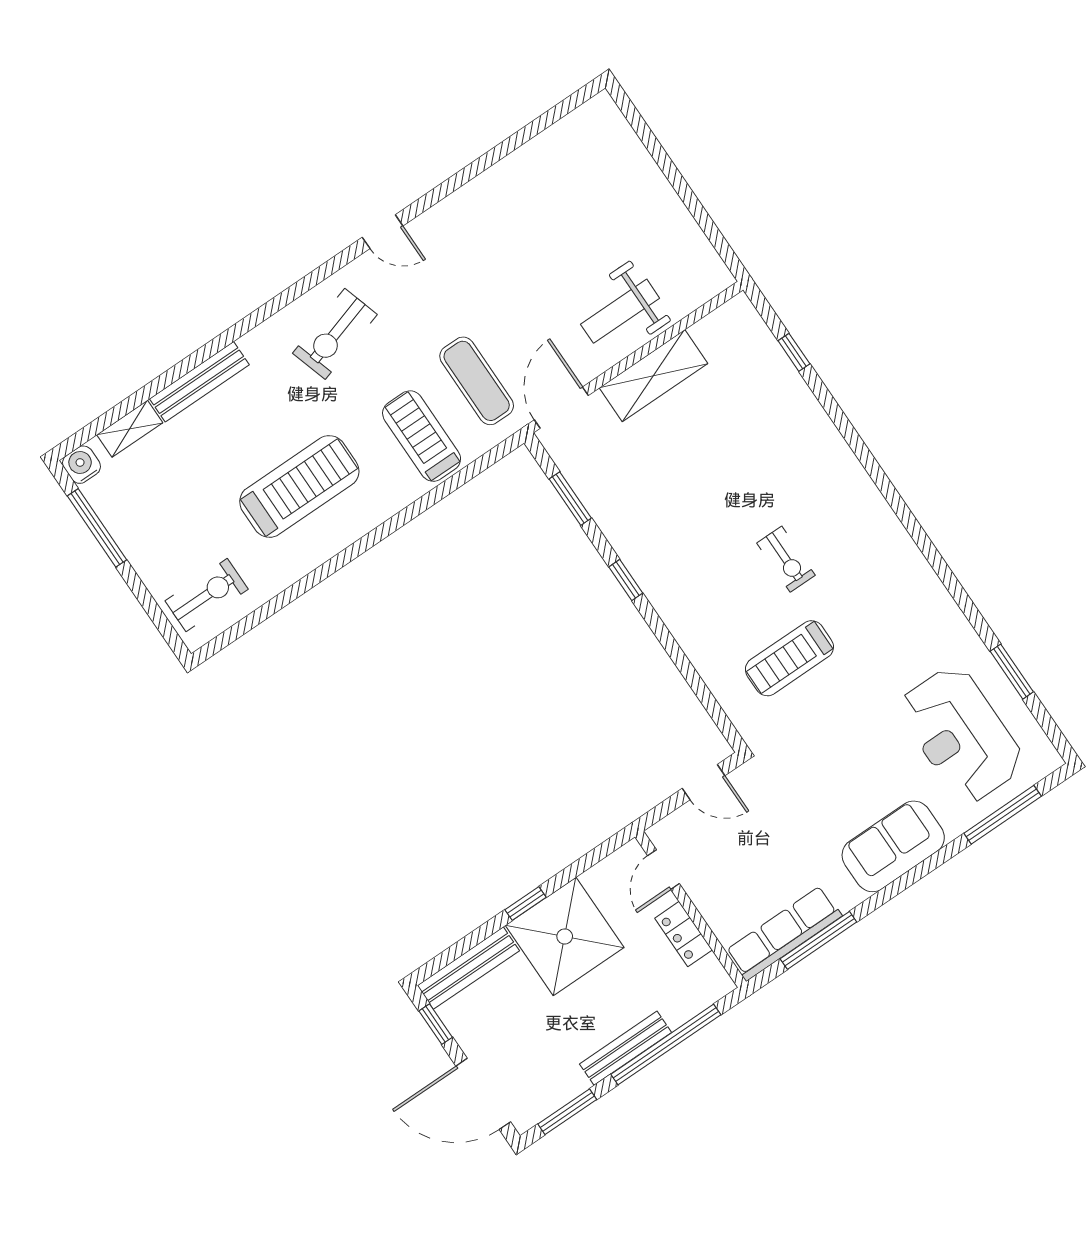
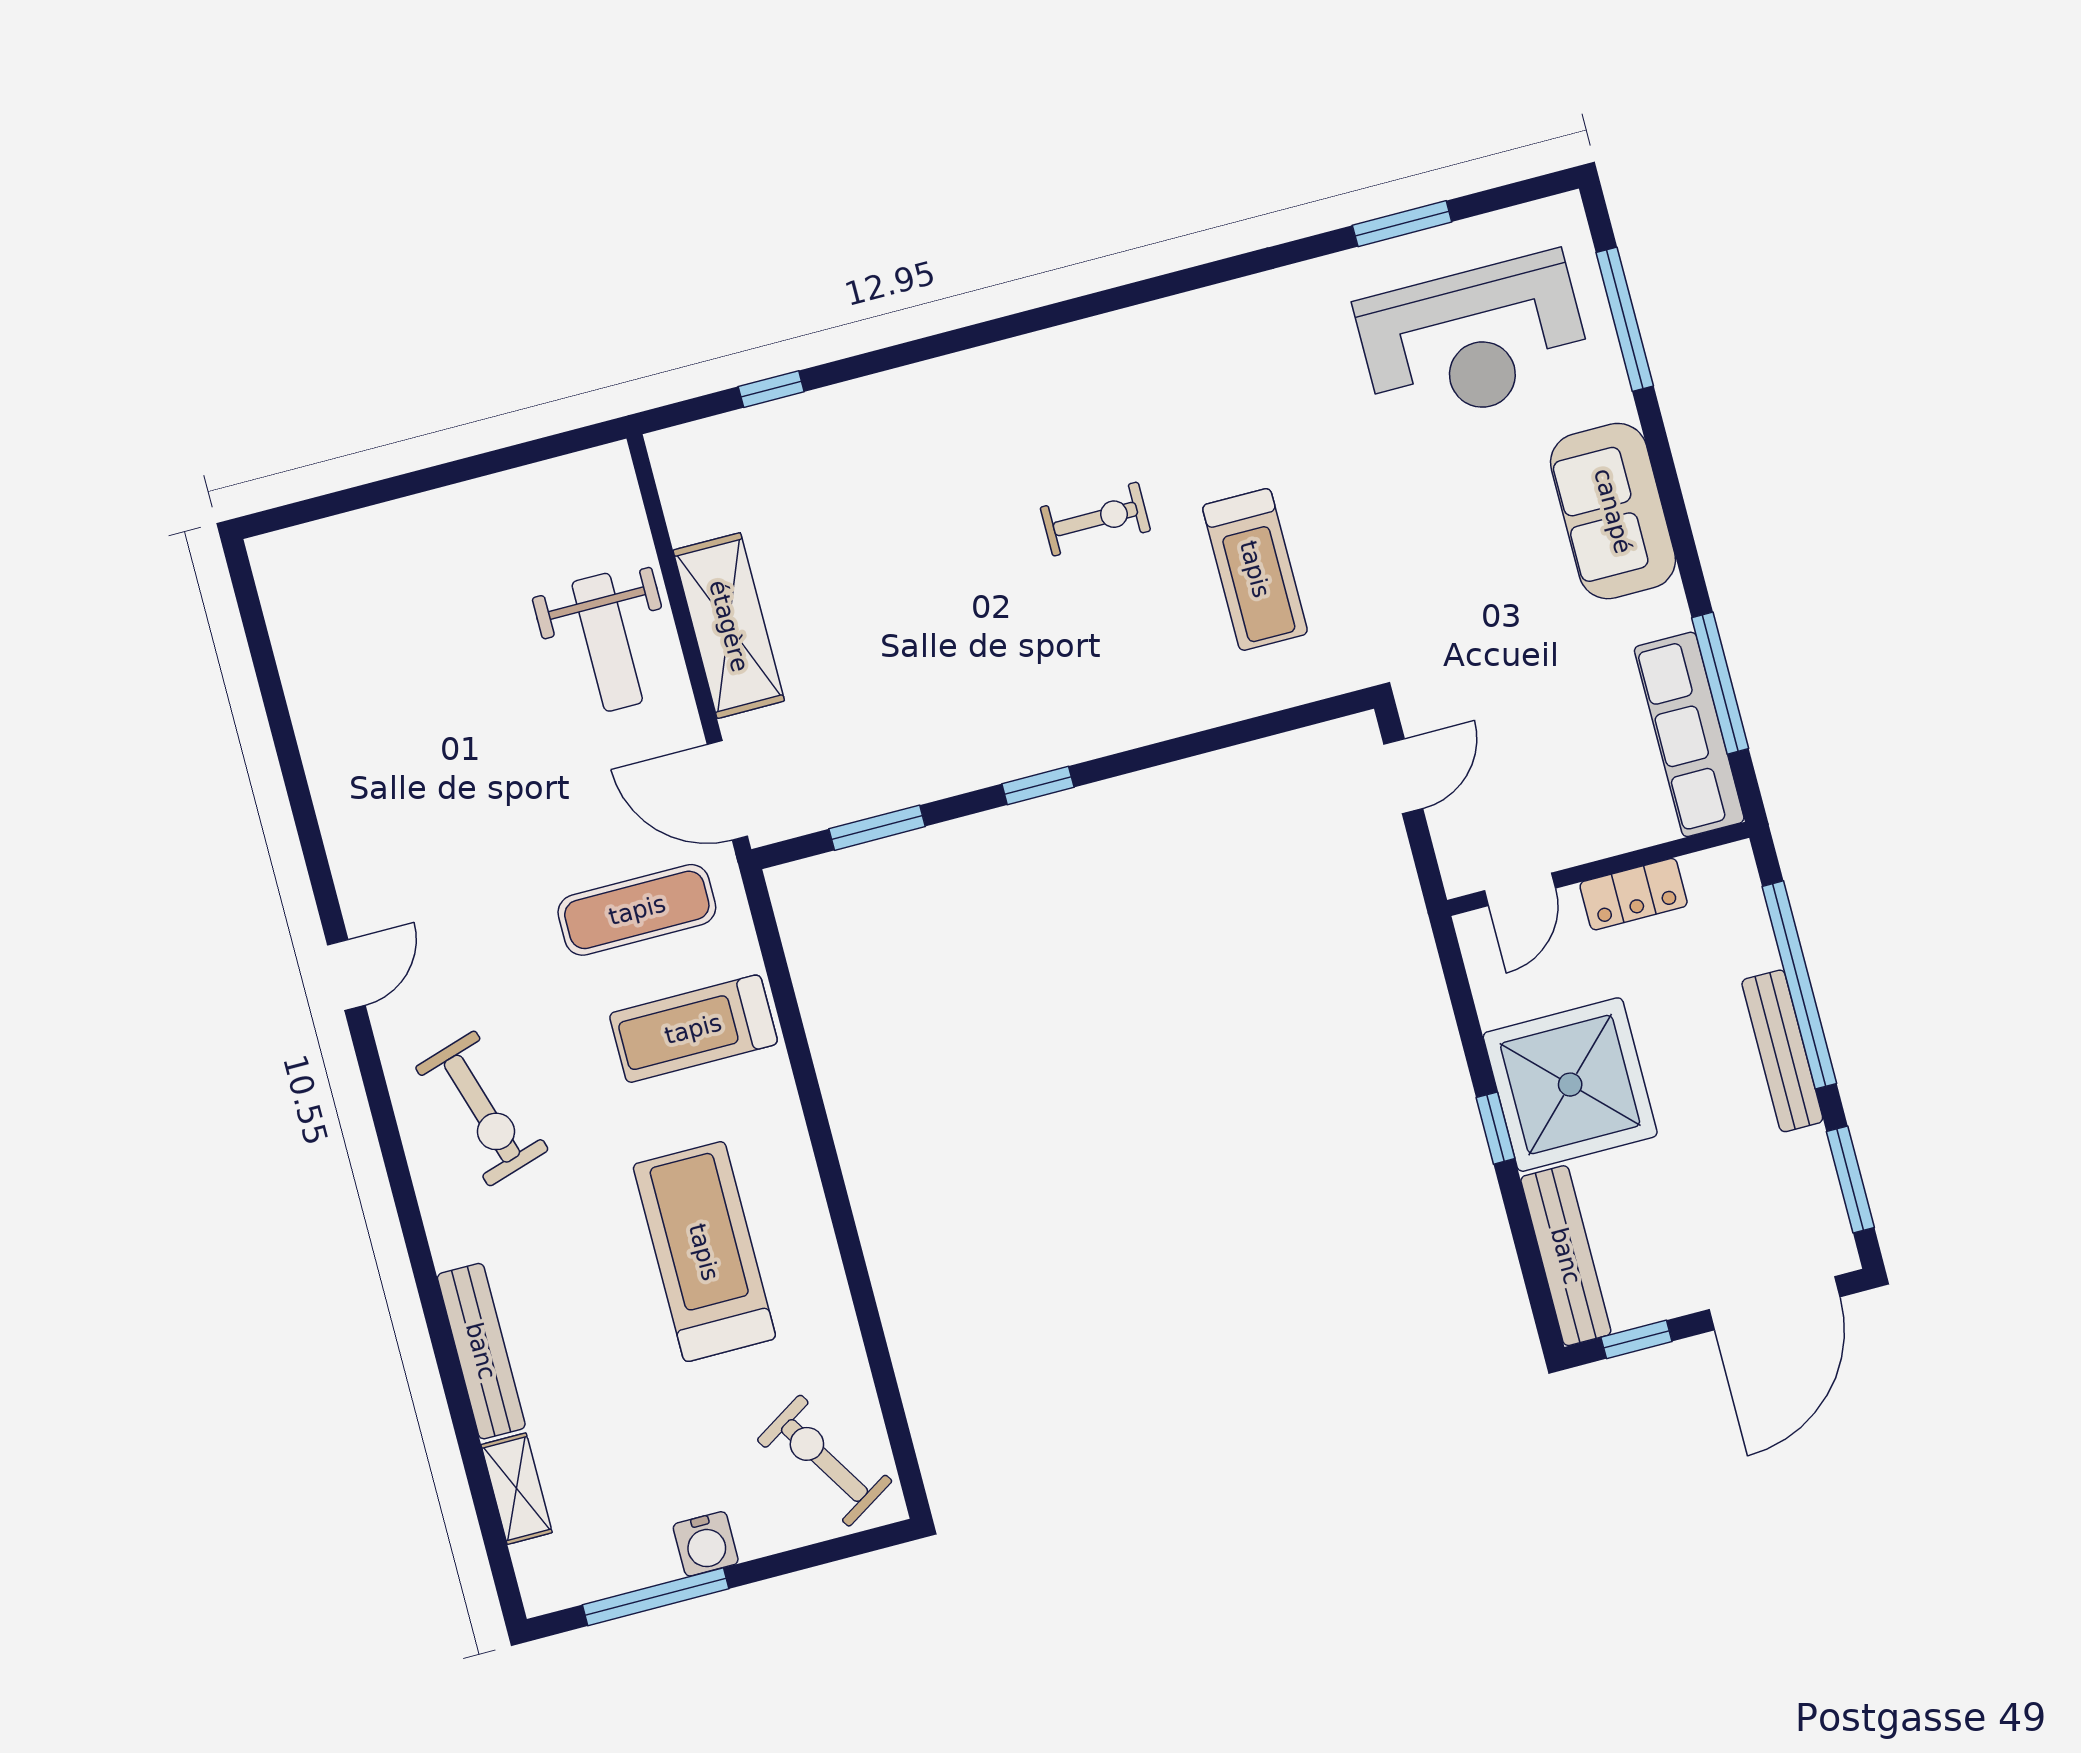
water cooler: (82, 465) -> (706, 1544), moved, turned -90
exercise bike: (207, 595) -> (825, 1460), turned -32
door: (664, 870) -> (1520, 889), hinge flipped

